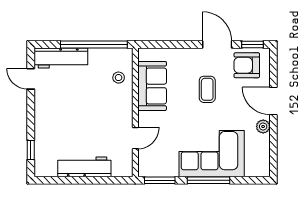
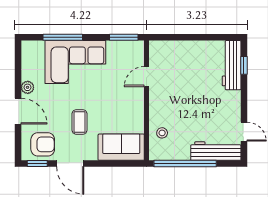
sofa: (152, 86) -> (121, 147), moved, turned 90
workbench: (84, 167) -> (232, 65), moved, turned 90
window: (208, 180) -> (63, 37), moved

